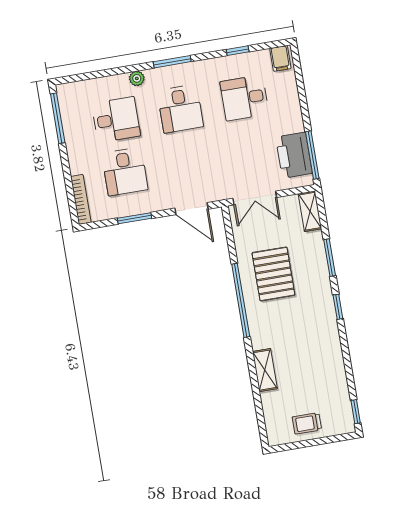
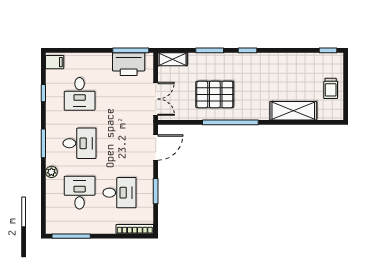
shelving: (265, 370) -> (293, 111), width x1.50, depth x1.33

